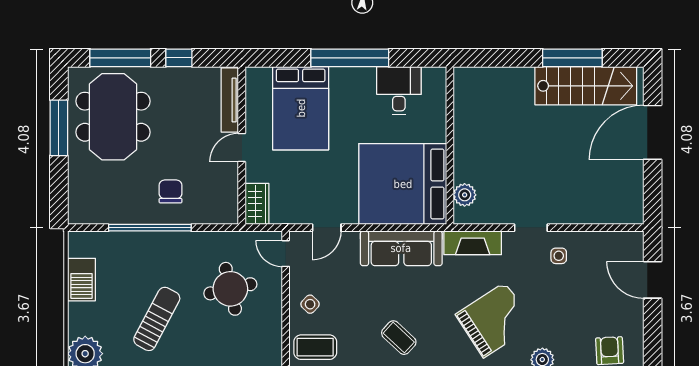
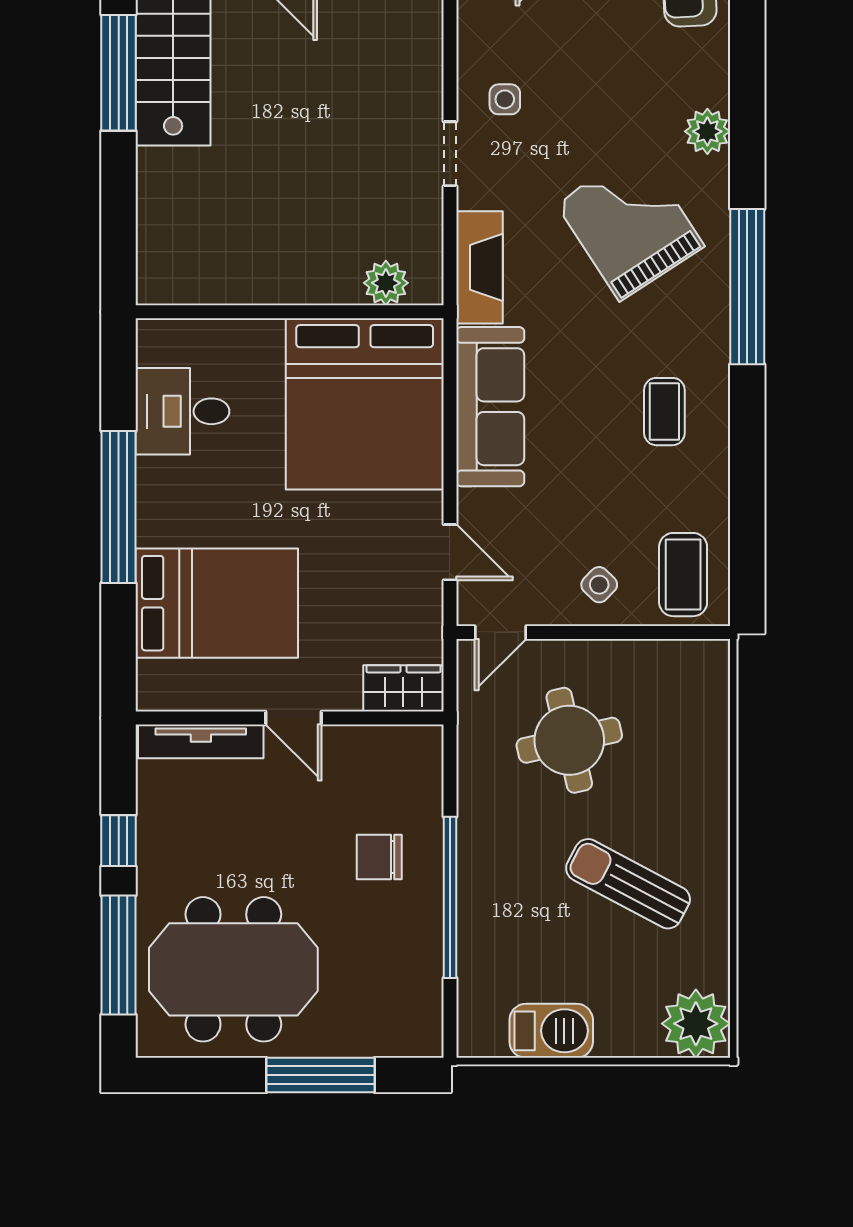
window: (59, 128) -> (321, 1075), moved
coffee table: (399, 338) -> (664, 412), turned -43

